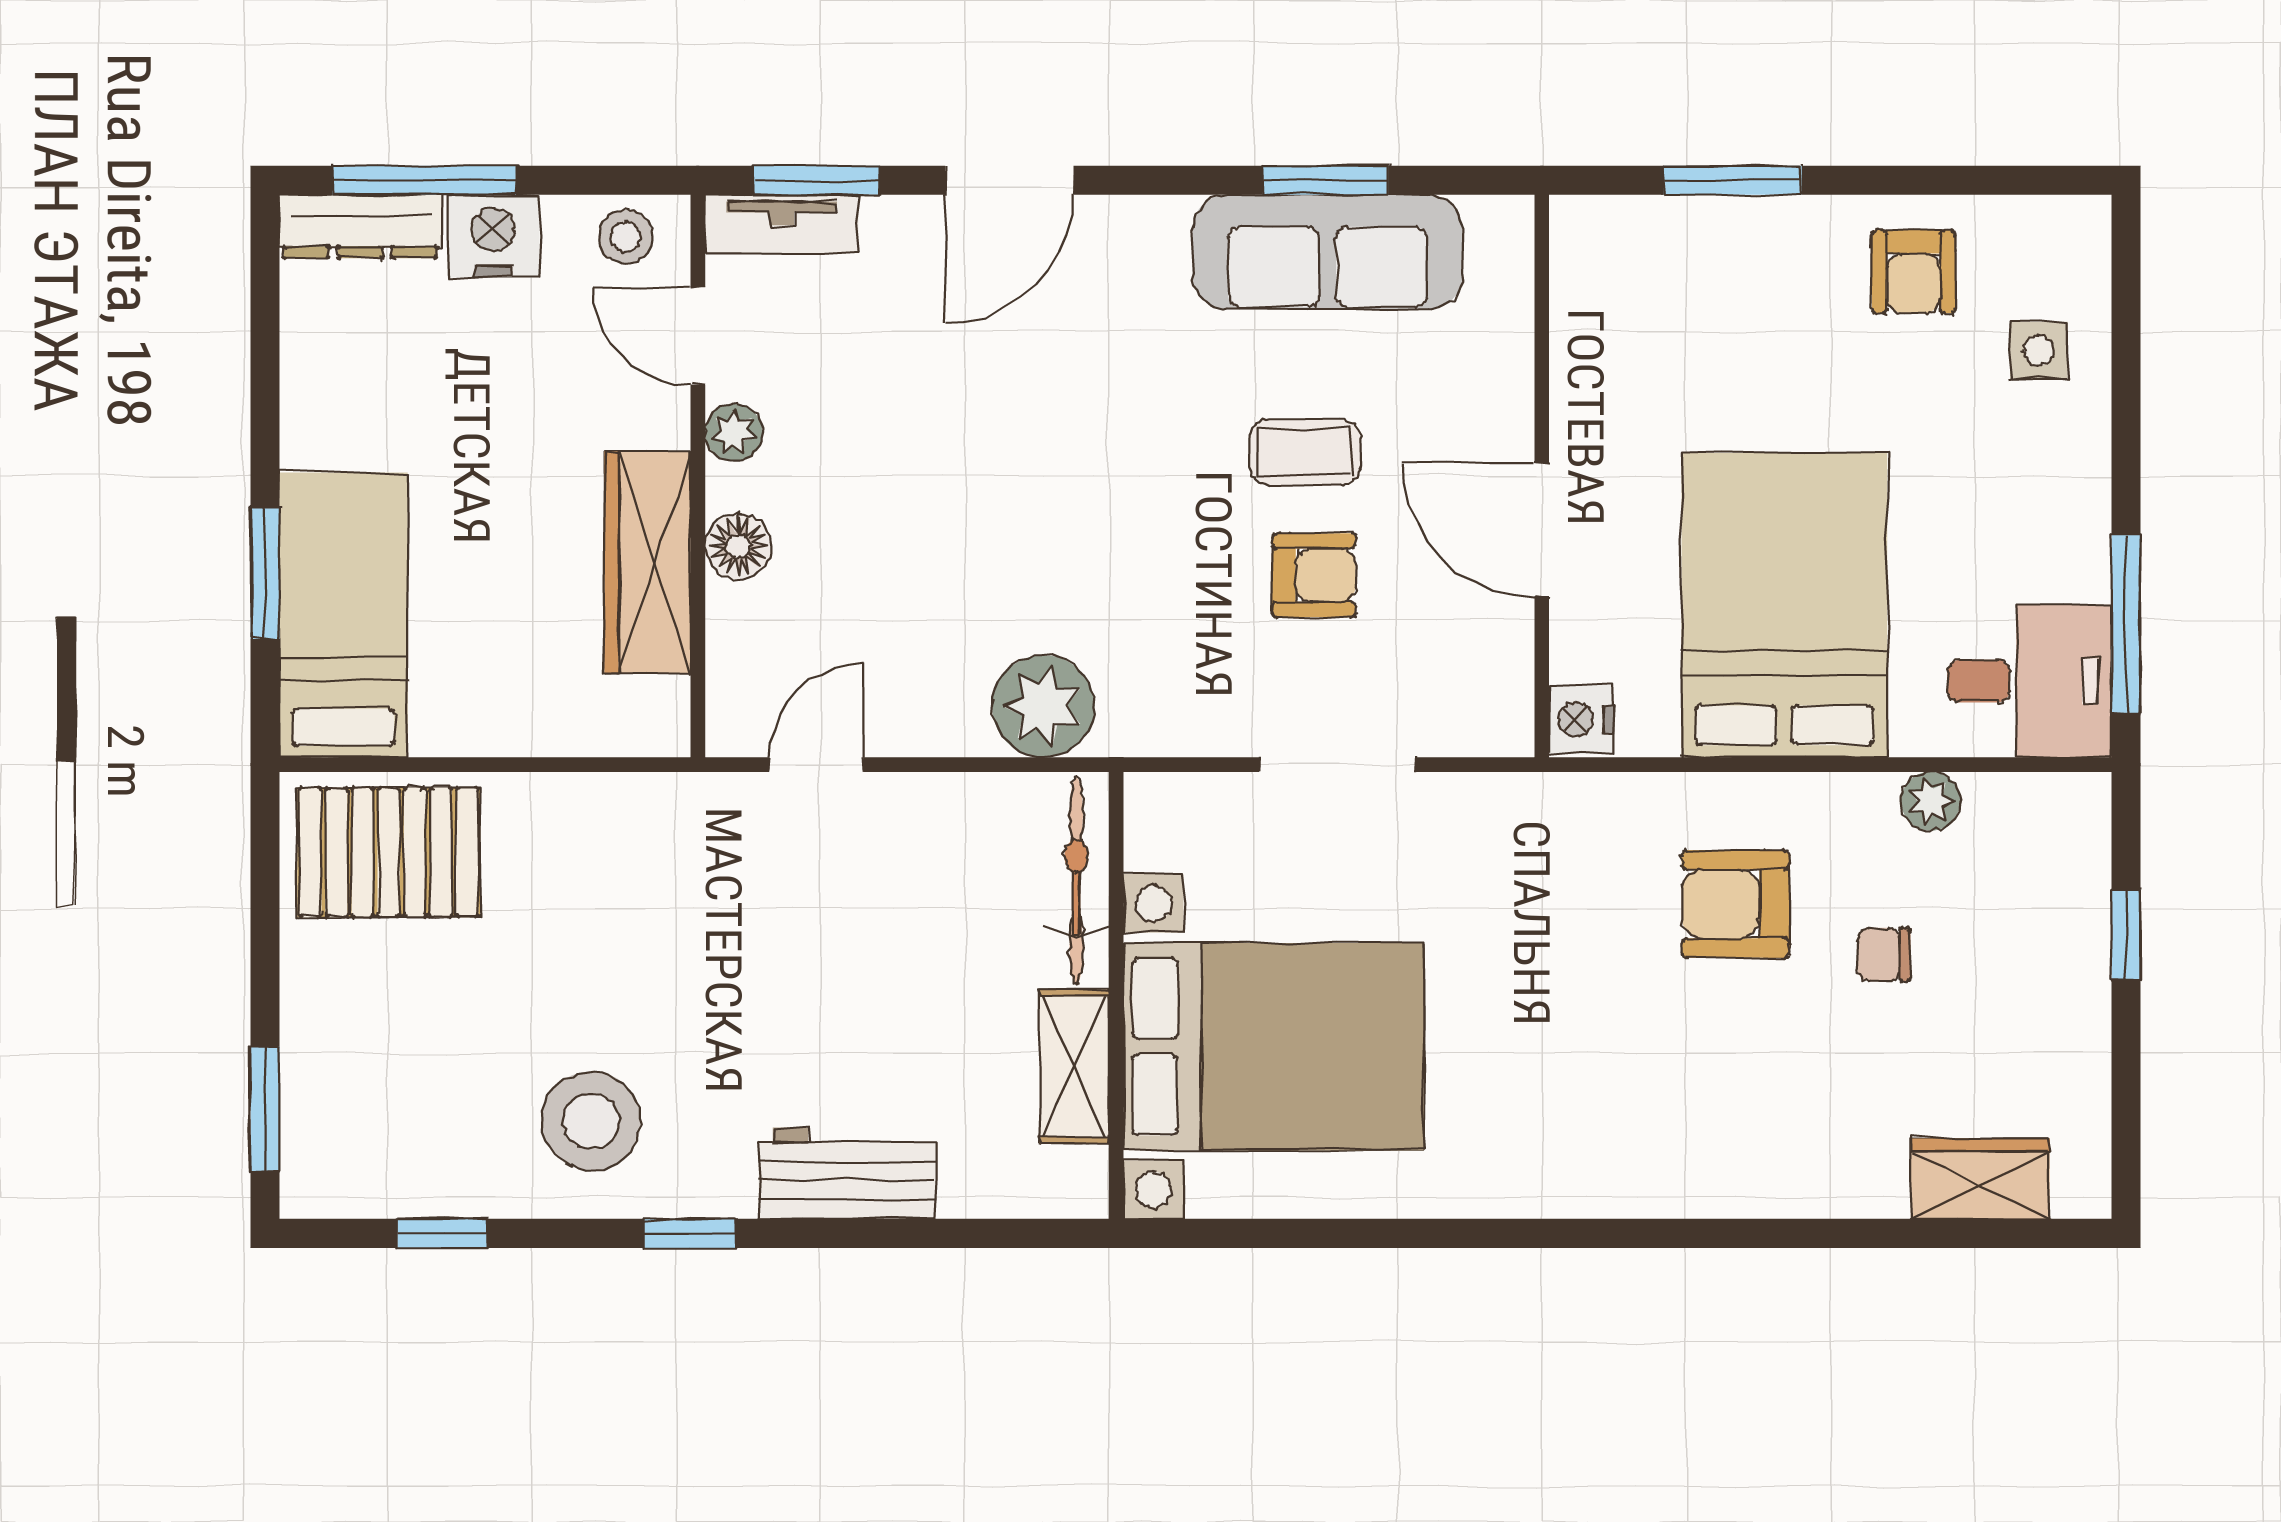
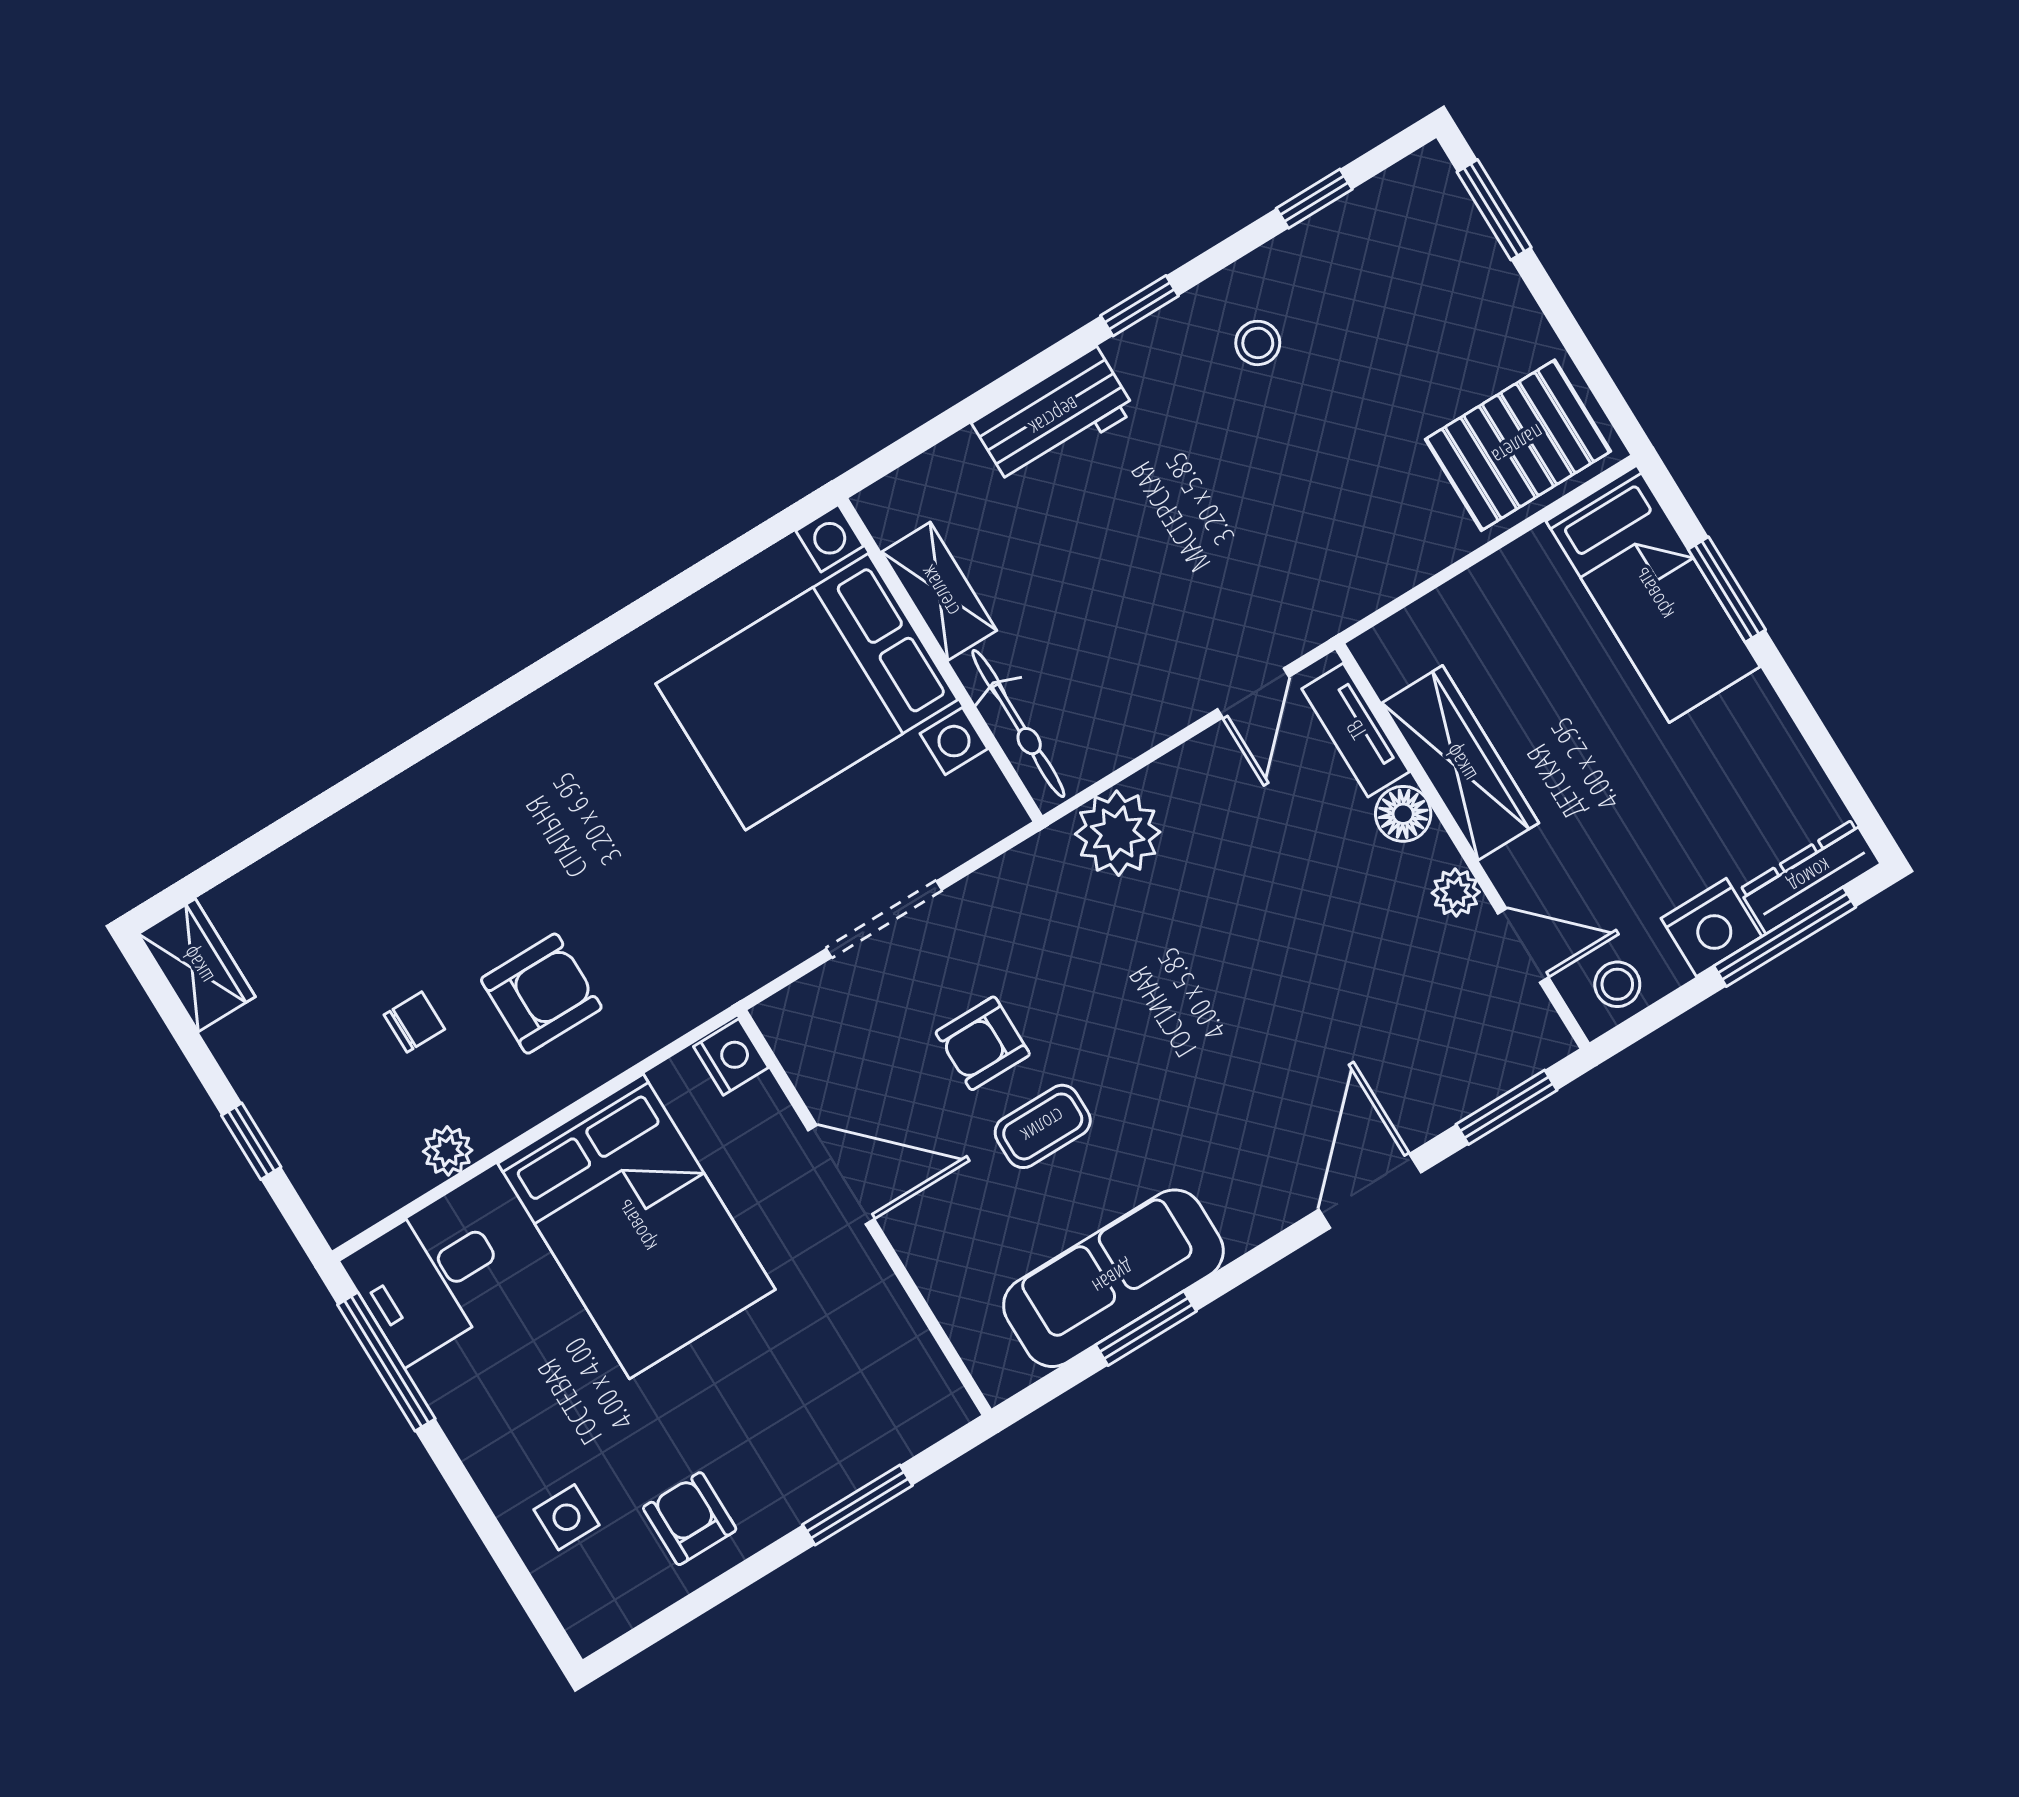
tv unit: (782, 224) -> (1356, 730), moved, turned -90
stool: (591, 1121) -> (1258, 343), width x0.53, depth x0.53
wardrobe: (1980, 1179) -> (197, 965), moved, turned -90

